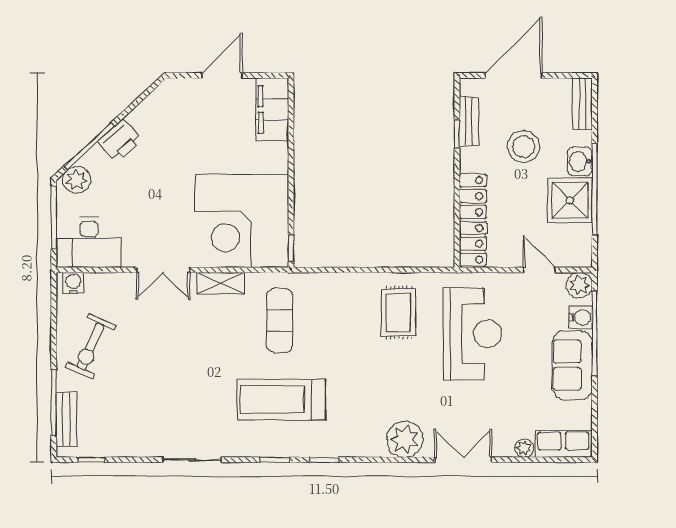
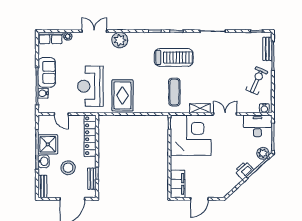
plant: (579, 285) -> (44, 107), removed
rug: (399, 313) -> (122, 95), width x1.36, depth x1.43
double door: (463, 460) -> (94, 31), swing flipped

